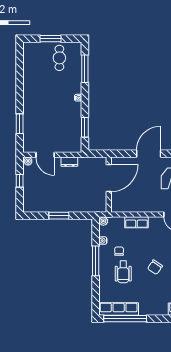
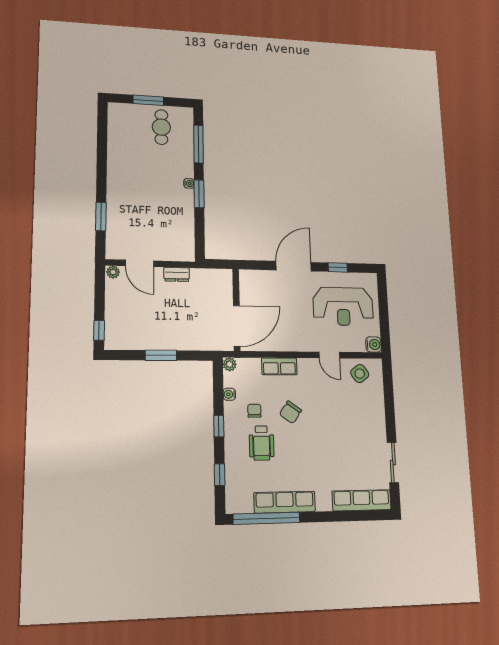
window: (85, 127) -> (199, 194), moved
door: (109, 178) -> (237, 326), moved
window: (20, 181) -> (99, 330), moved
window: (96, 261) -> (219, 426), width x0.46
chair: (155, 267) -> (290, 412), moved
window: (96, 291) -> (220, 475), added
row of seats: (119, 309) -> (285, 502), moved

